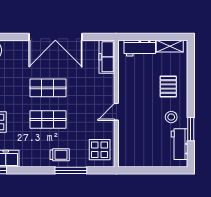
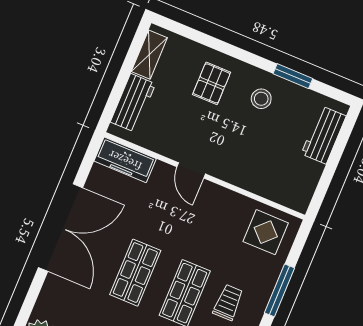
pallet: (168, 86) -> (212, 83), turned 90
door: (116, 112) -> (191, 170), moved
workbench: (179, 144) -> (324, 135), moved, turned 90
trolley: (60, 155) -> (228, 302), moved

